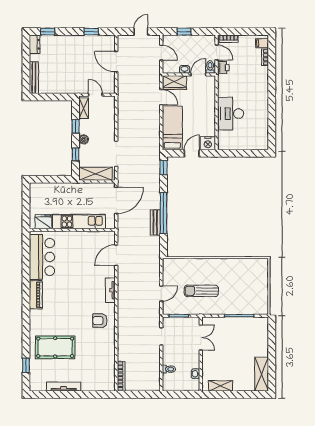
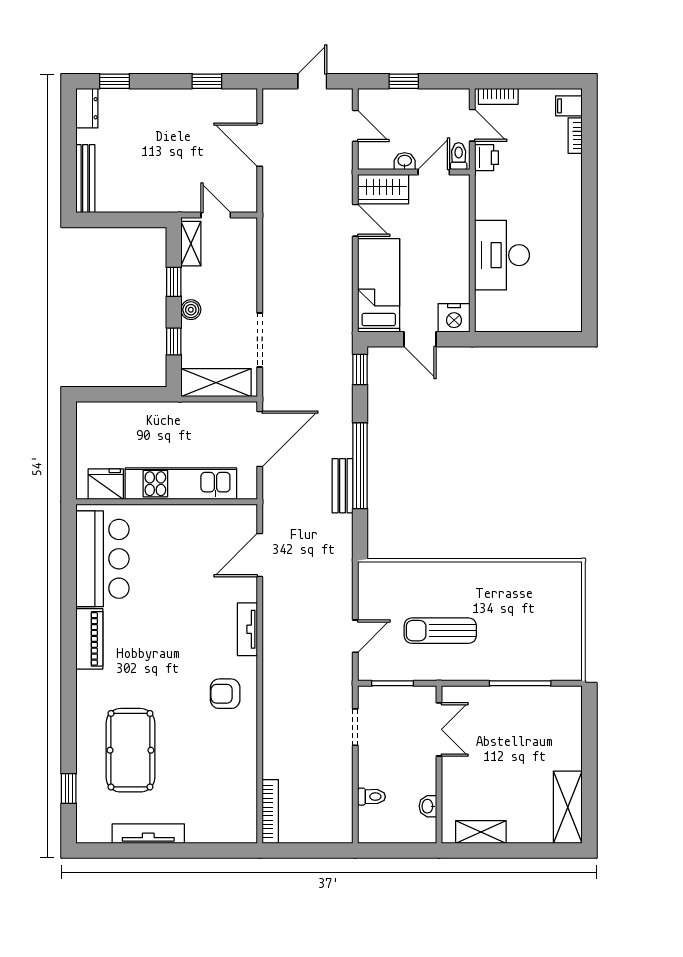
door: (192, 153) -> (420, 339), swing flipped
pool table: (55, 347) -> (130, 750), turned 90

